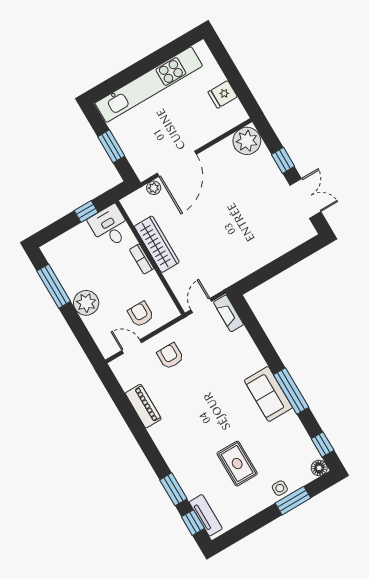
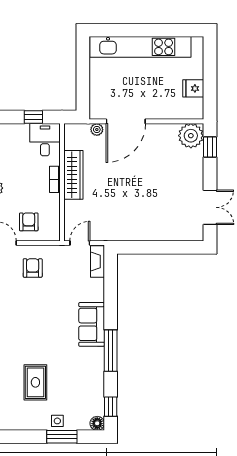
window: (111, 146) -> (83, 78), removed
window: (283, 160) -> (210, 147), moved
sofa: (268, 394) -> (92, 324), moved

